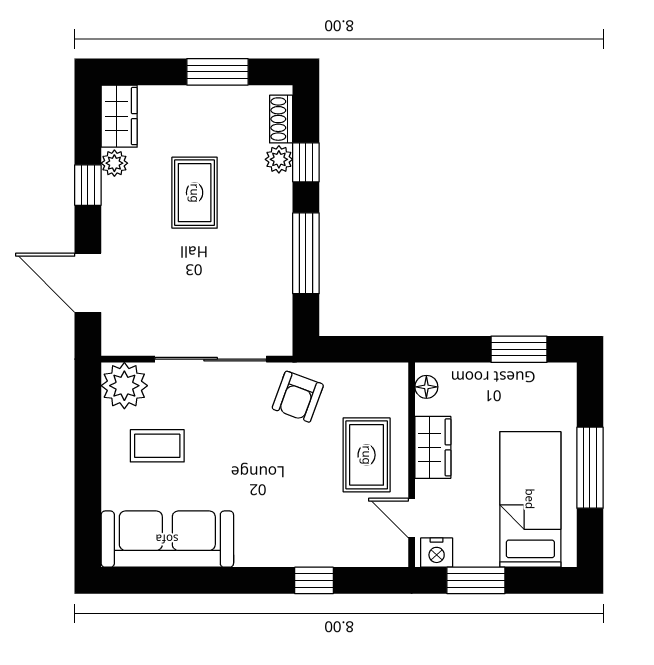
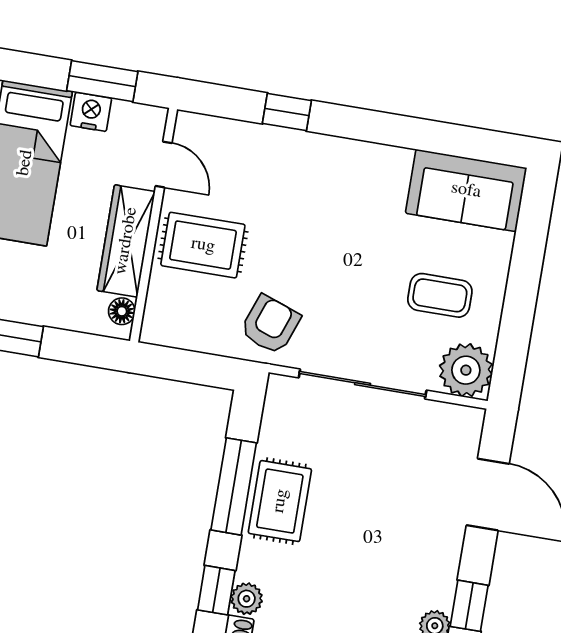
rug: (195, 193) -> (280, 501), moved
wardrobe: (433, 447) -> (126, 241), width x1.50
rug: (367, 455) -> (203, 245), turned 90
sofa: (167, 539) -> (466, 190), width x0.73
nightstand: (437, 553) -> (91, 112), moved

